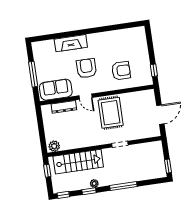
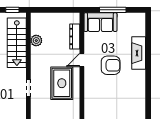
armchair: (121, 71) -> (103, 100), removed
sofa: (56, 90) -> (100, 22), moved, turned 90
rug: (111, 113) -> (62, 83), turned 90
plant: (54, 146) -> (36, 41), moved

